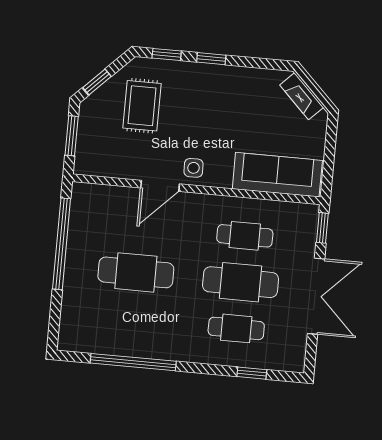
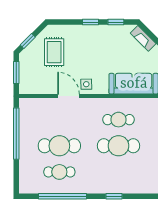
window: (167, 54) -> (116, 22), moved
door: (160, 186) -> (68, 96), swing flipped
cafe table: (236, 328) -> (59, 172), moved
window: (252, 373) -> (114, 196), moved

